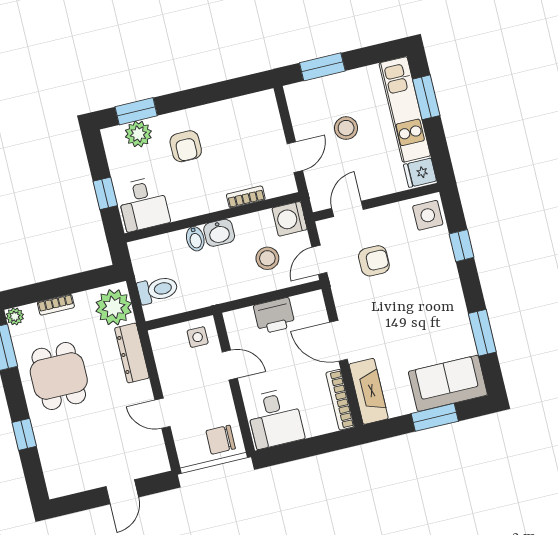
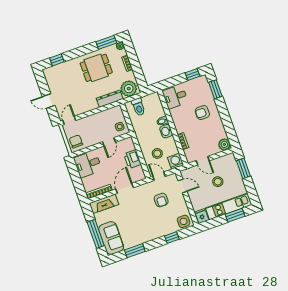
plant: (138, 134) -> (224, 144), moved
window: (105, 193) -> (193, 75), moved
door: (162, 413) -> (69, 120), moved
window: (435, 417) -> (96, 234), width x1.44
window: (24, 434) -> (57, 60), moved

